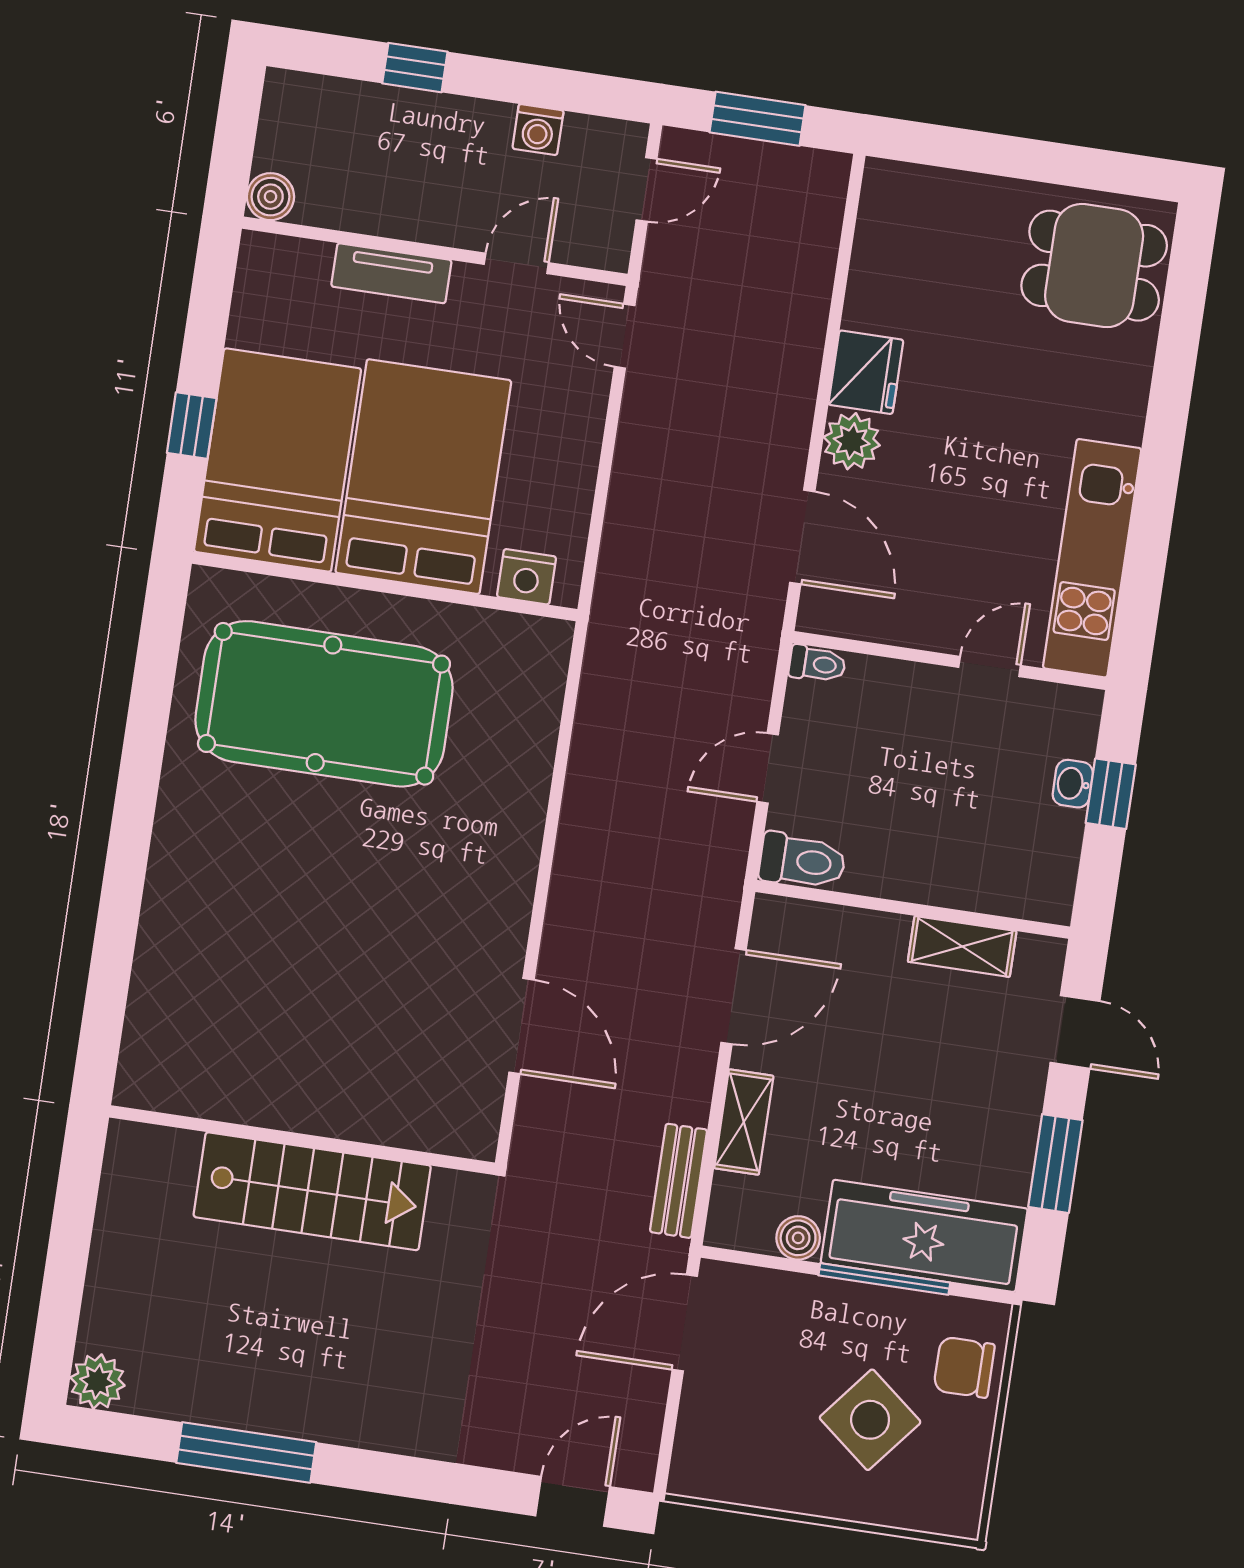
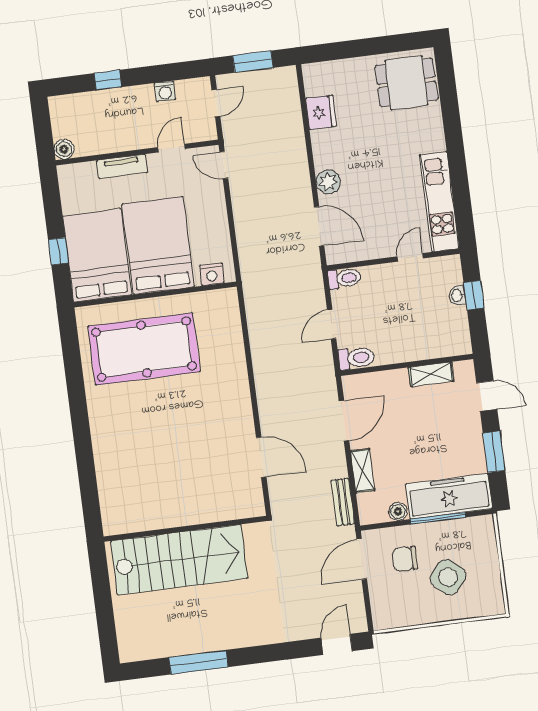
fridge: (866, 372) -> (321, 112), moved
toilet: (817, 664) -> (345, 278), width x1.37, depth x1.39
stairs: (312, 1191) -> (179, 560), width x1.36, depth x1.51
chair: (964, 1367) -> (405, 559), moved
plant: (98, 1382) -> (130, 650), removed

